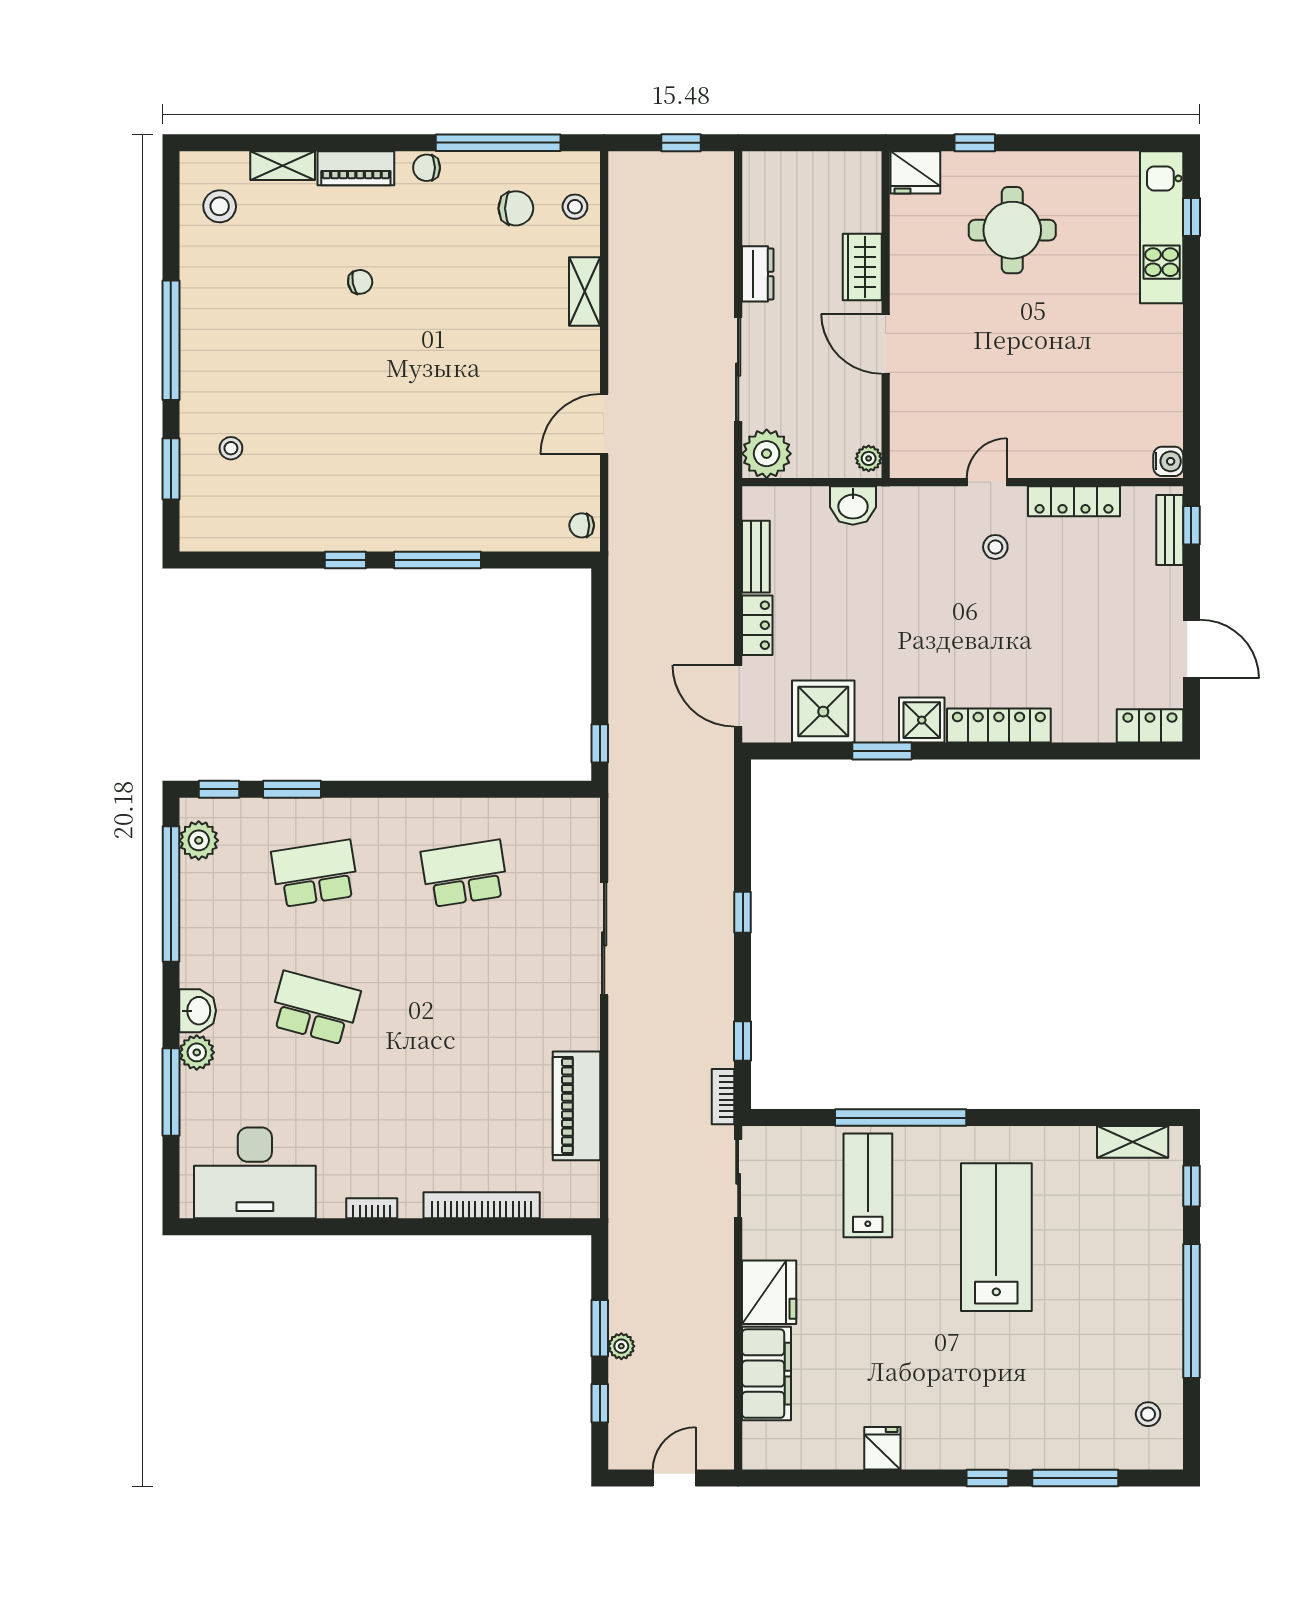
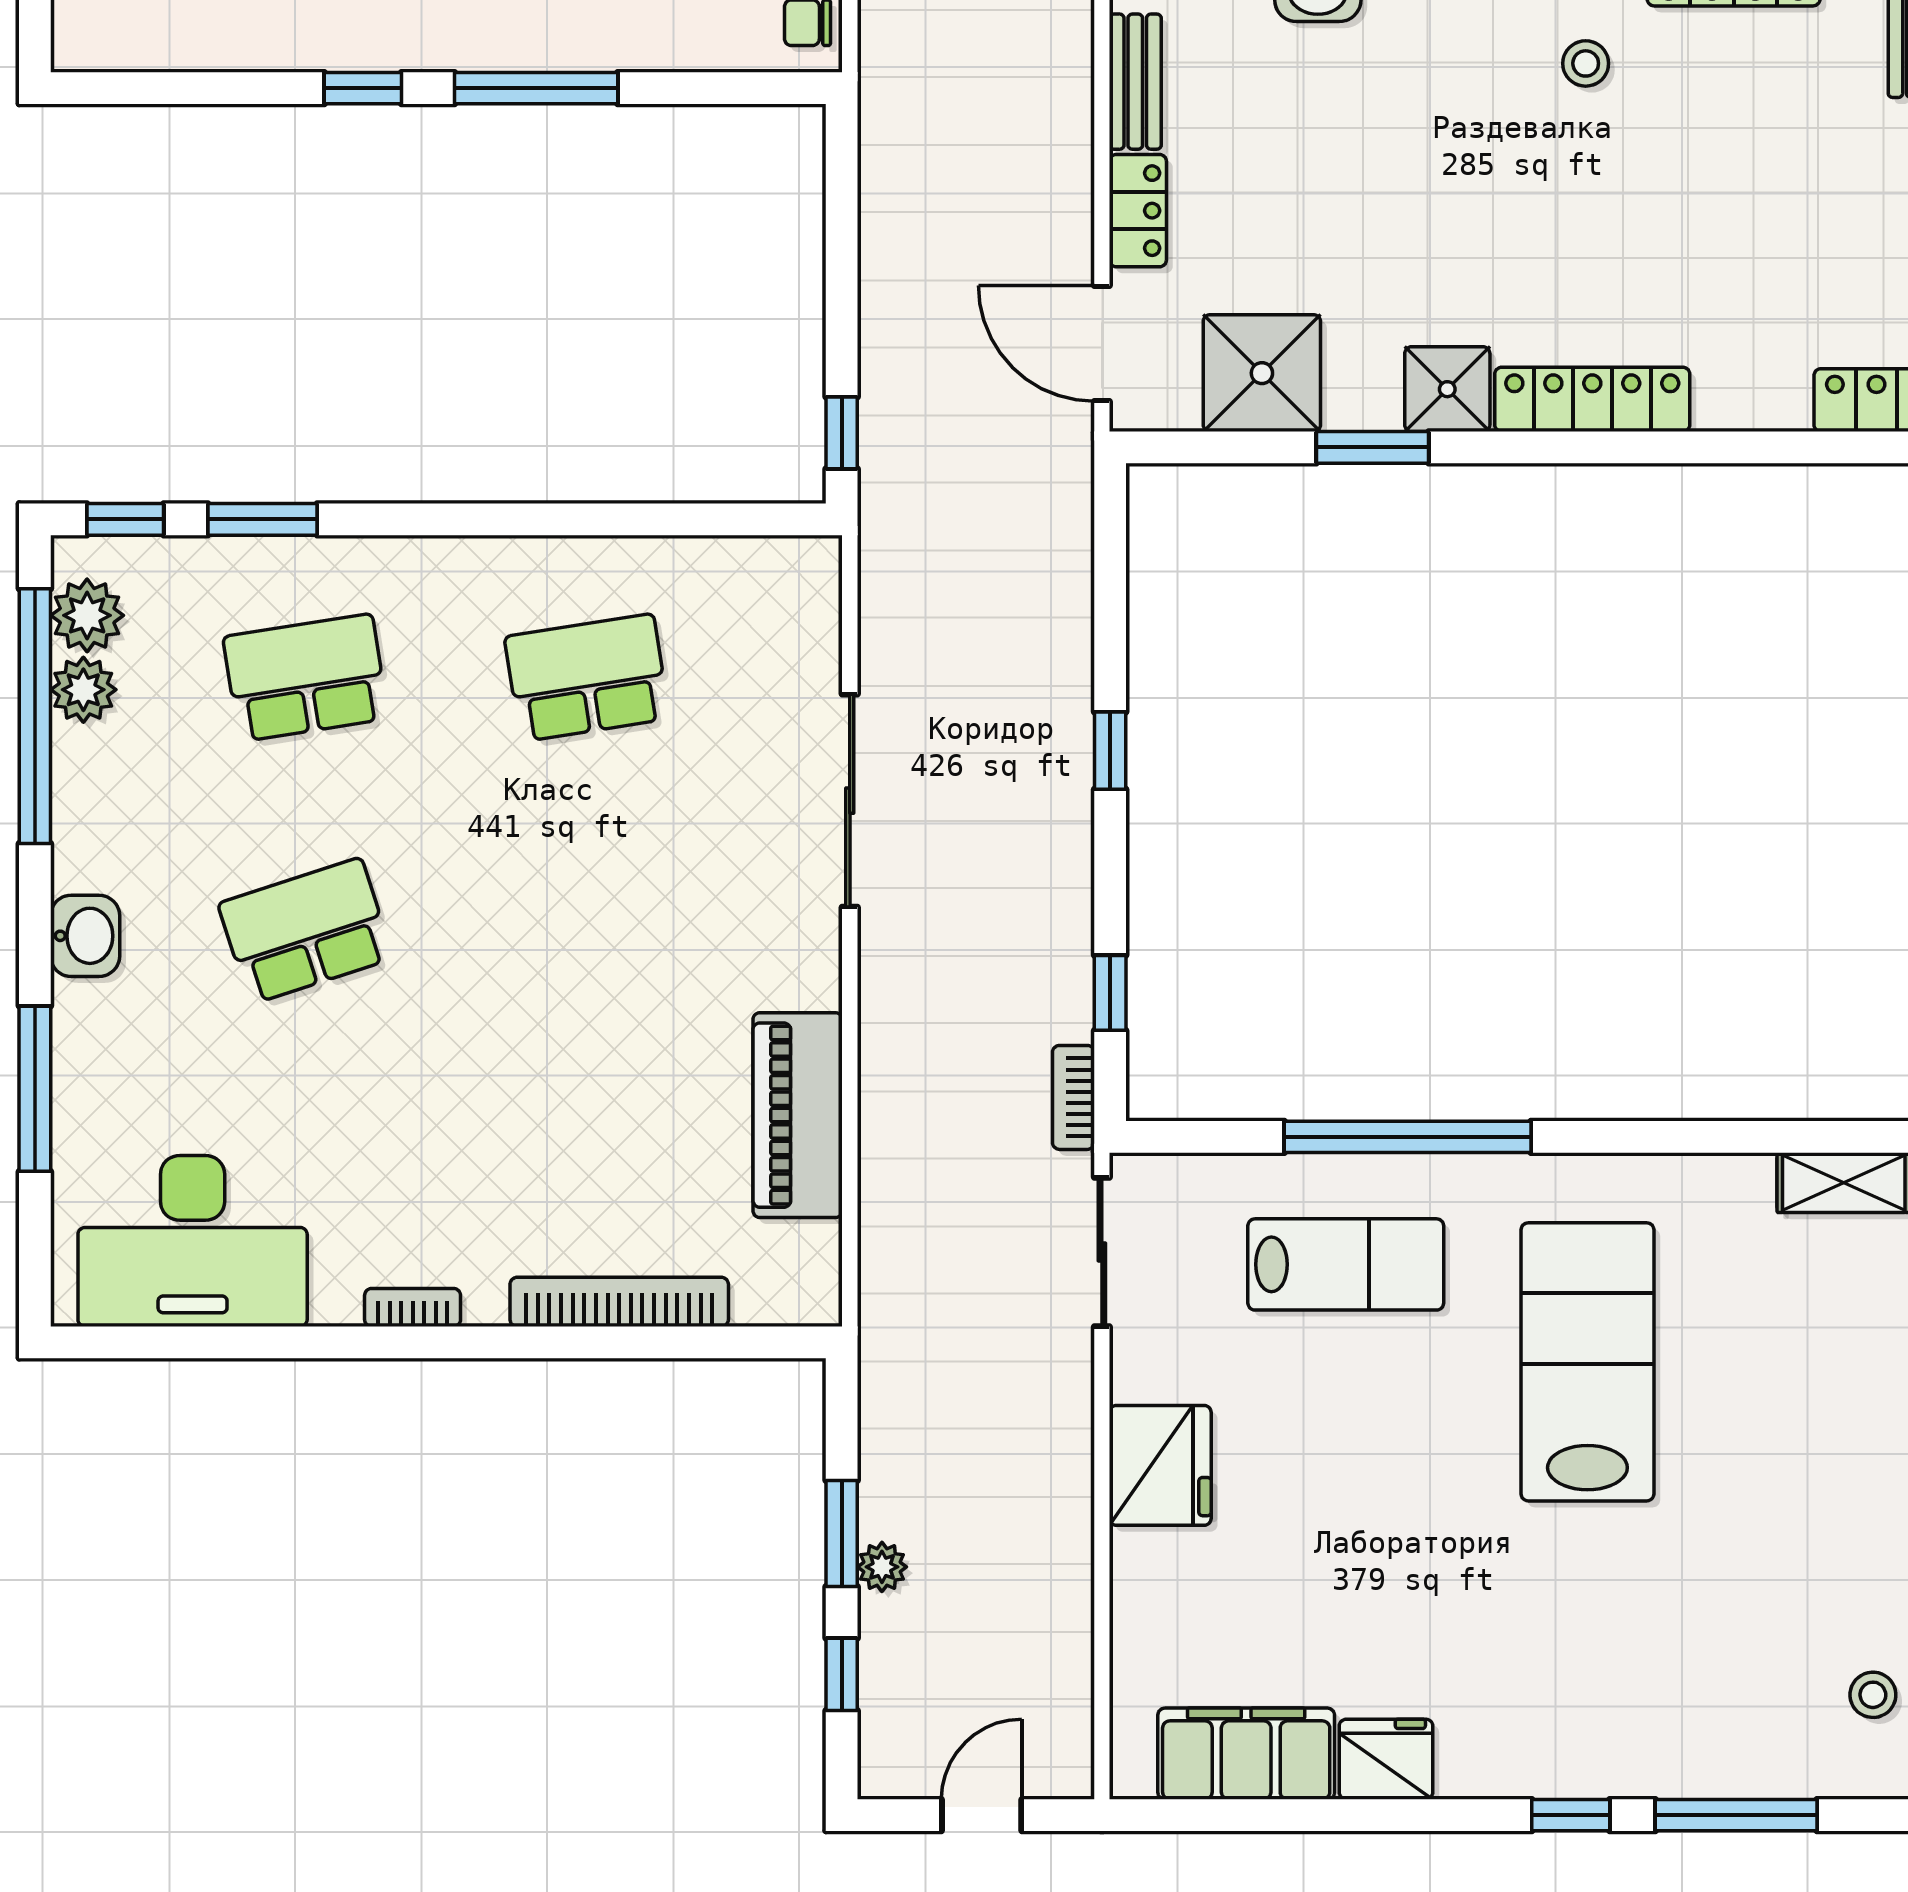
school desk: (315, 1008) -> (306, 931), turned -33
plant: (197, 1052) -> (83, 690), moved
lab bench: (868, 1185) -> (1346, 1264), turned 90
filing cabinet: (767, 1374) -> (1246, 1754), moved, turned -90
fridge: (882, 1448) -> (1386, 1759), width x1.38

